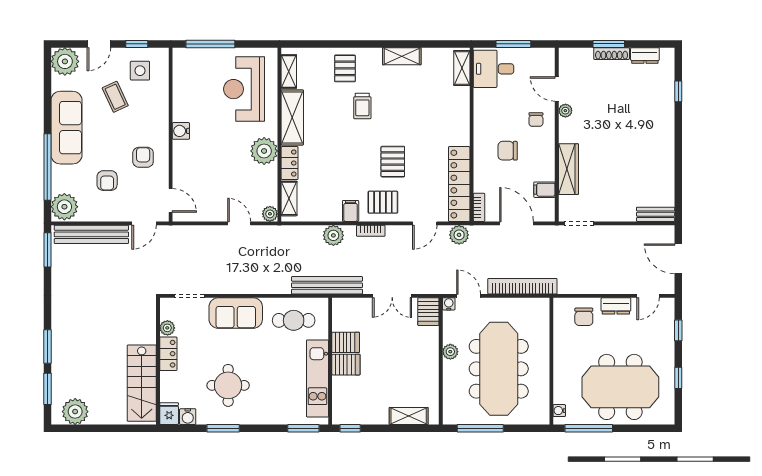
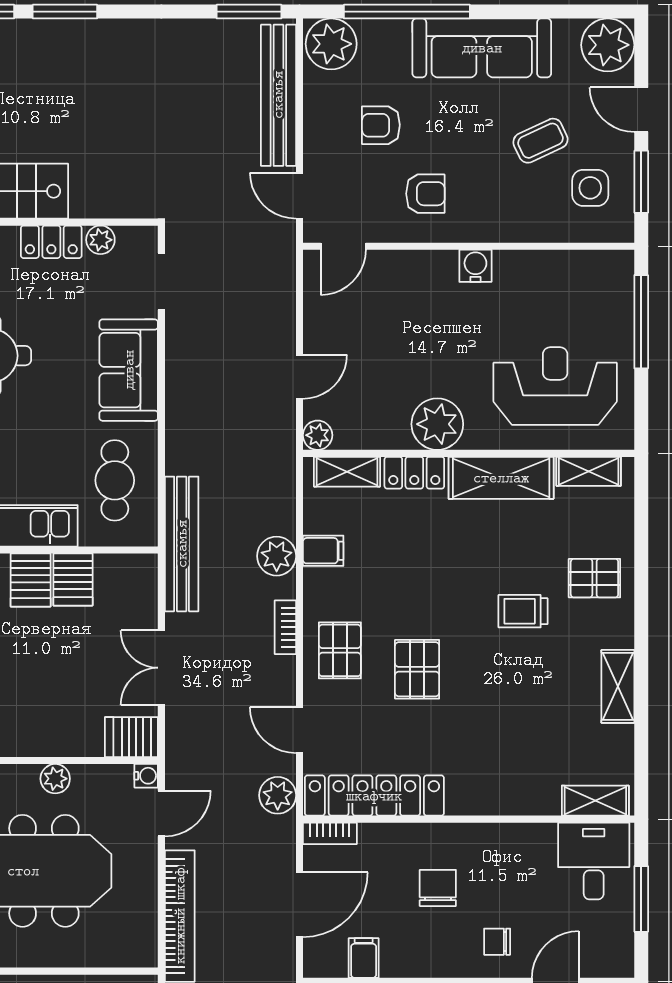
window: (137, 44) -> (641, 182), width x1.50
pallet: (393, 162) -> (417, 669), turned 90
filing cabinet: (351, 211) -> (323, 551), moved

